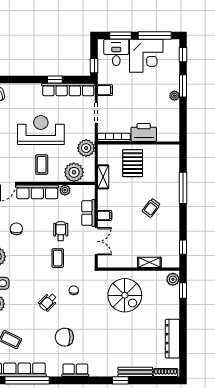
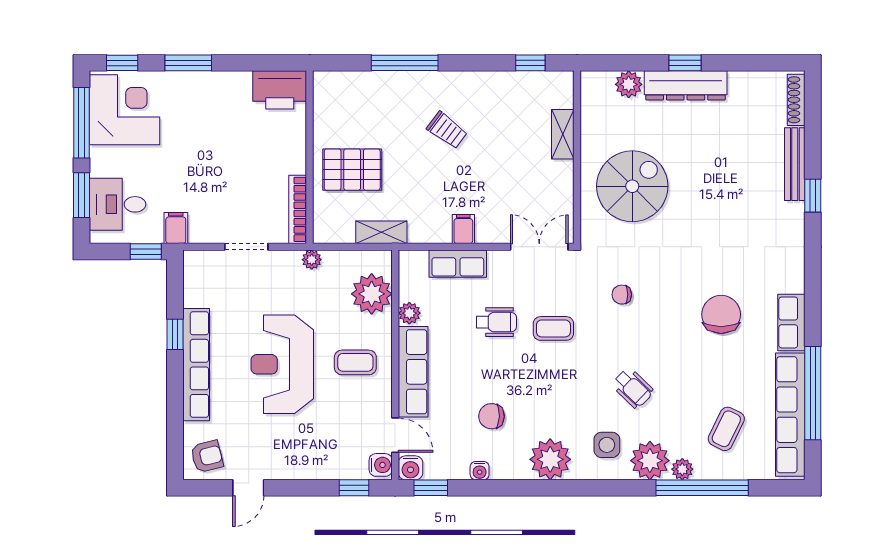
corner desk: (146, 56) -> (124, 110), moved
row of seats: (68, 89) -> (196, 365), moved
filing cabinet: (105, 90) -> (176, 228), moved
plant: (174, 96) -> (209, 81), removed
printer: (144, 132) -> (280, 90), moved, turned -90
plant: (86, 148) -> (312, 260), width x0.53, depth x0.53
wheelchair: (61, 231) -> (496, 322), turned 180
double door: (96, 241) -> (539, 247), moved
plant: (173, 279) -> (629, 84), moved
window: (183, 291) -> (685, 63), moved
wheelchair: (48, 302) -> (633, 388), moved
chair: (64, 337) -> (721, 314), turned 180
dresser: (172, 339) -> (686, 85), moved
row of seats: (75, 370) -> (791, 322), moved

